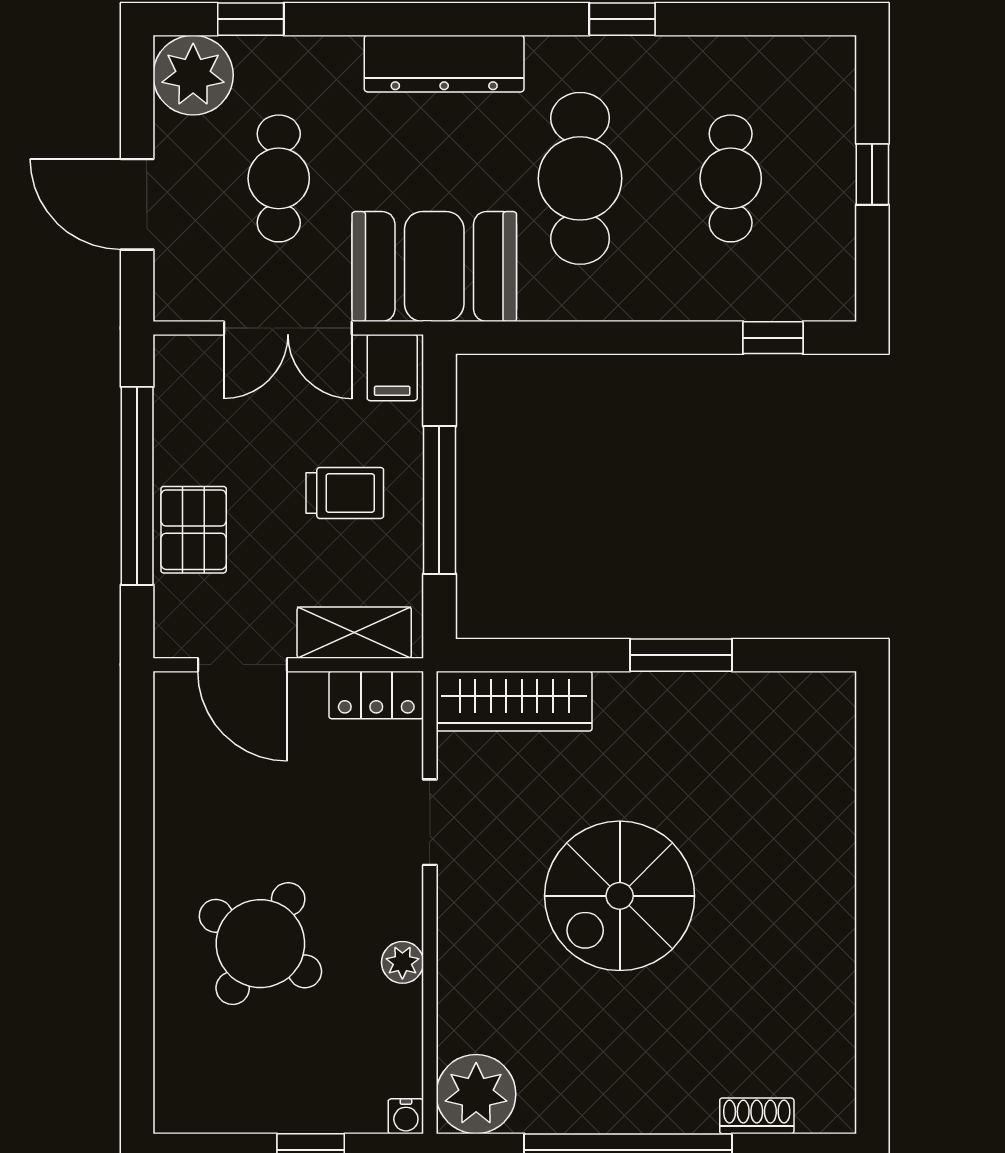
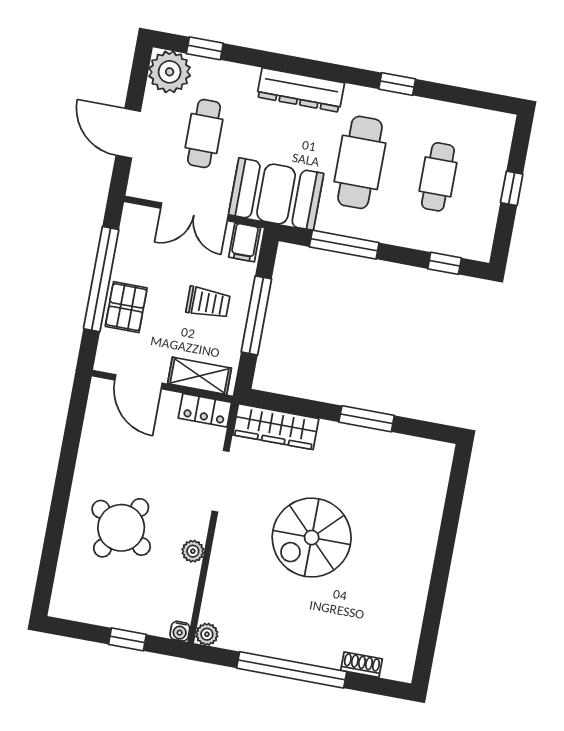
window: (579, 338) -> (344, 245), added
doorway: (430, 822) -> (220, 481), width x1.38
plant: (476, 1094) -> (207, 634), width x0.53, depth x0.53

